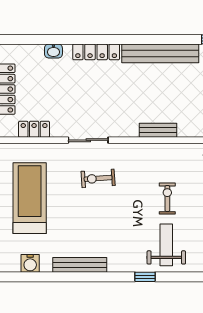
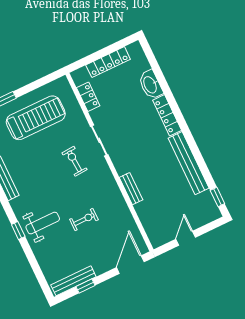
washbasin: (53, 51) -> (150, 85), width x1.91, depth x1.45
weight bench: (166, 245) -> (43, 223), moved

